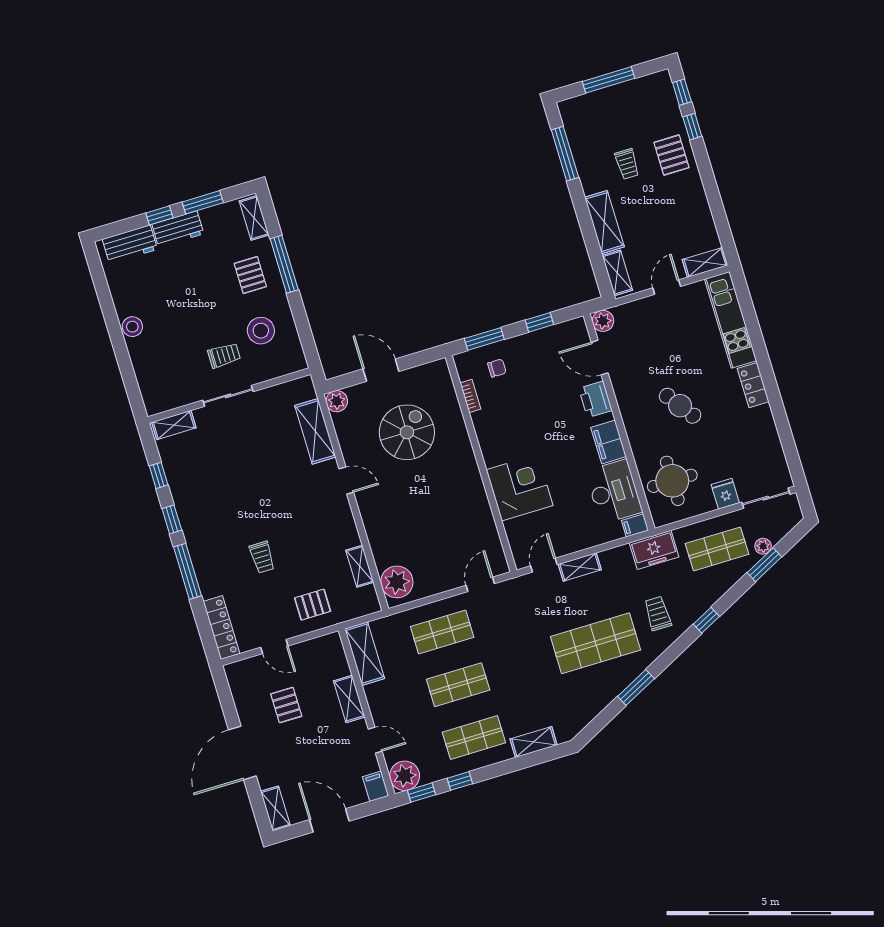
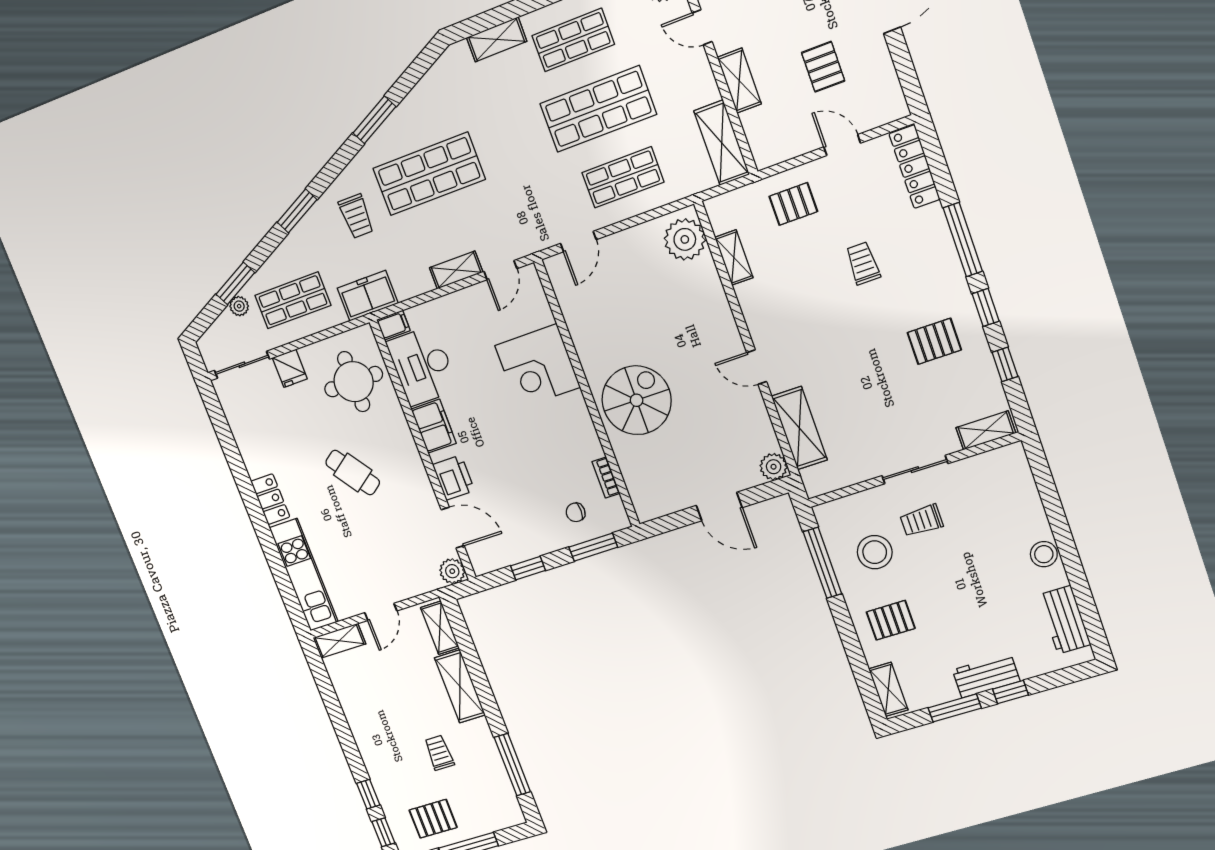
pallet: (671, 155) -> (433, 819), moved, turned 90
workbench: (130, 244) -> (1064, 620), moved, turned -90
window: (284, 264) -> (822, 563), moved
pallet: (250, 275) -> (891, 620), turned 90
spiral stairs: (407, 432) -> (637, 400), moved, turned 180
pallet: (211, 495) -> (934, 341), added
window: (706, 620) -> (297, 211), width x1.50
shop shelf: (458, 685) -> (598, 109), width x1.43, depth x1.36

